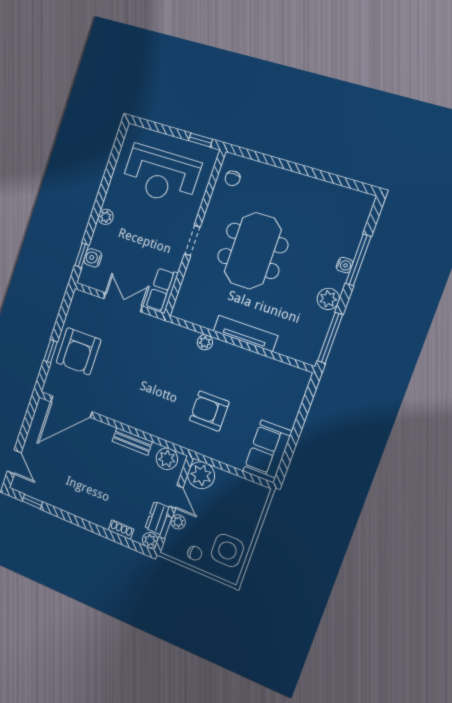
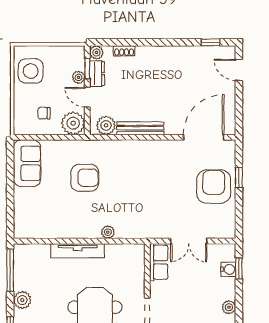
bench: (132, 441) -> (140, 128), width x1.36
chair: (195, 553) -> (44, 113), moved

